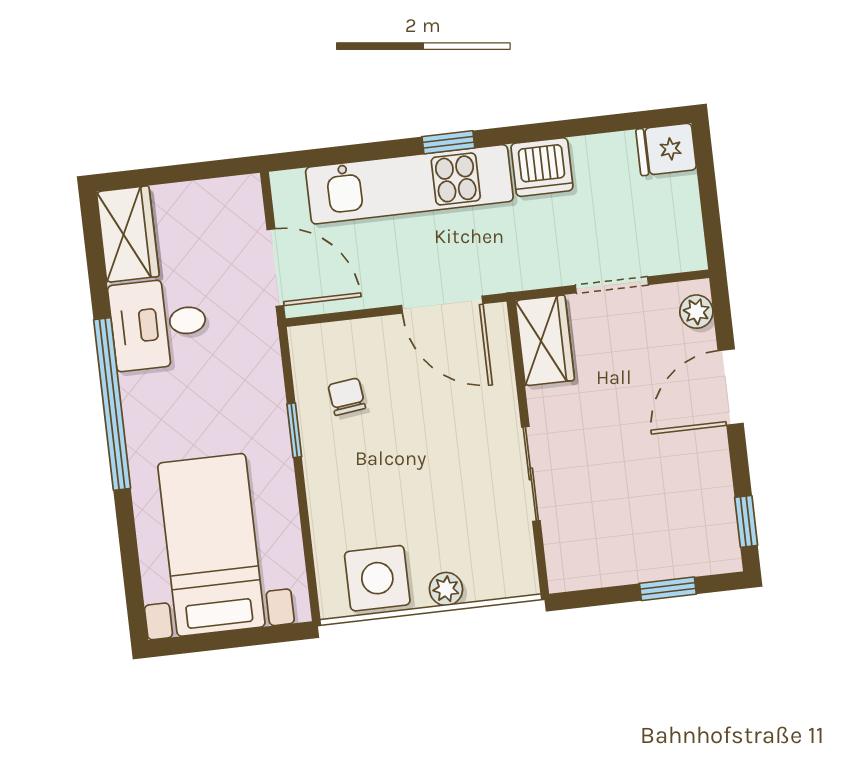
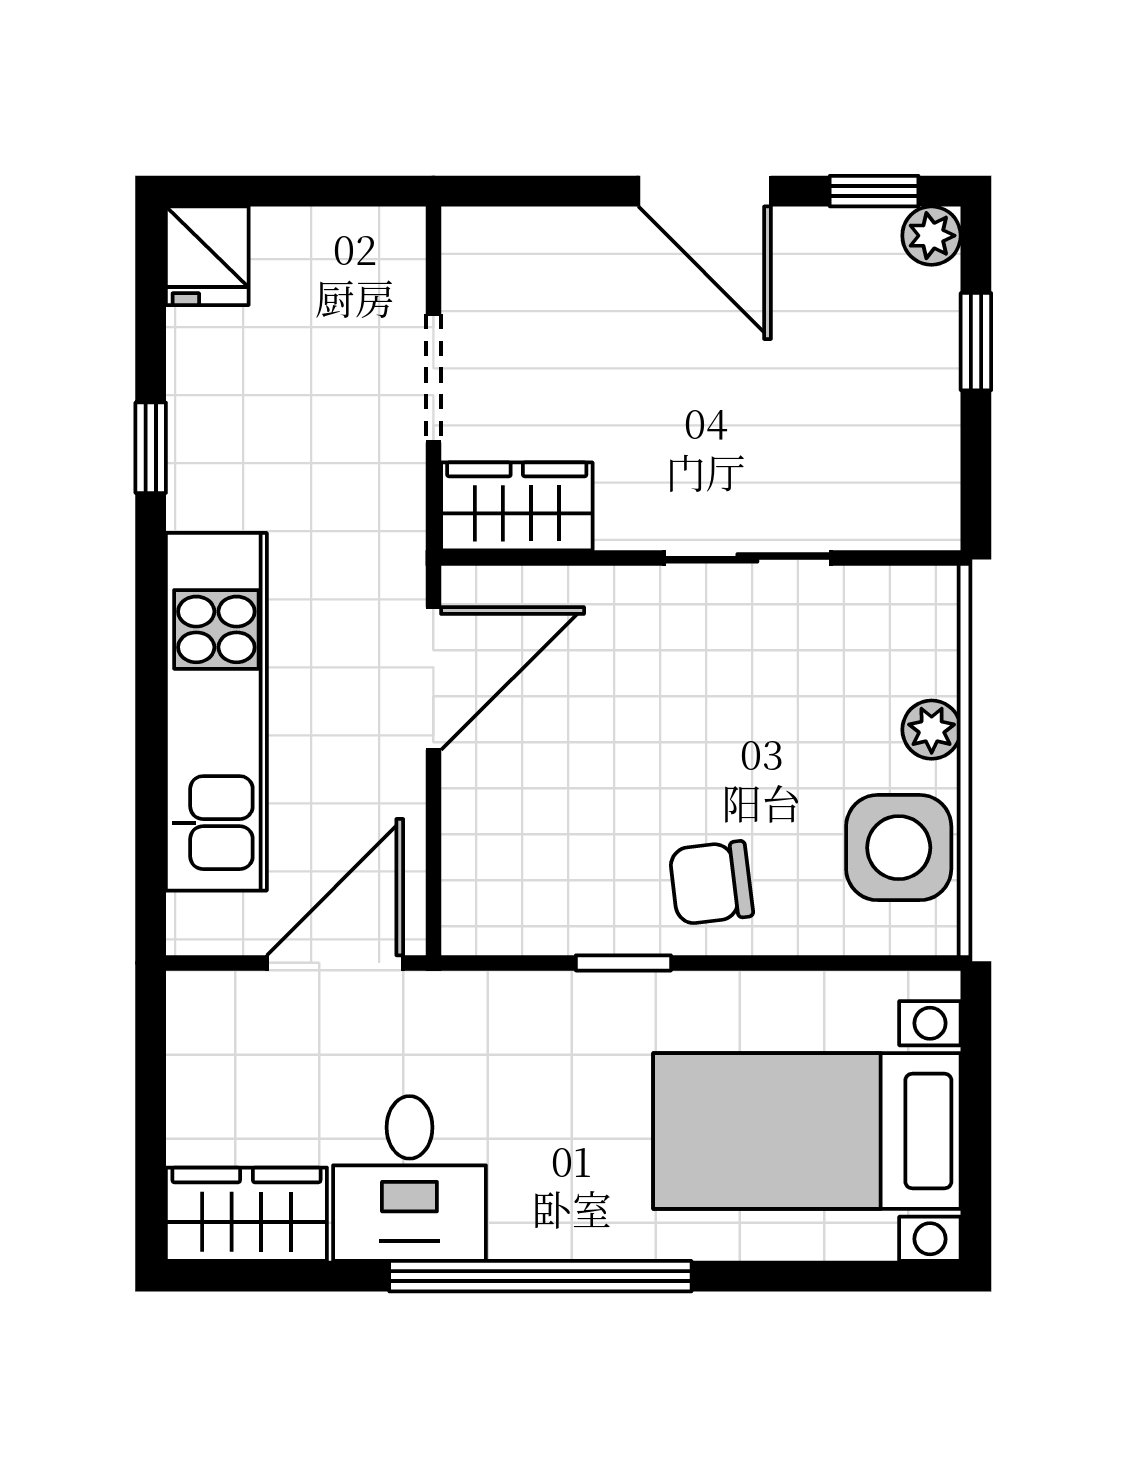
window: (448, 142) -> (151, 448), moved
dishwasher: (542, 167) -> (213, 477), removed
plant: (696, 312) -> (931, 236), moved
door: (731, 387) -> (705, 191), moved
chair: (347, 397) -> (711, 883), moved, width x1.37, depth x1.37

